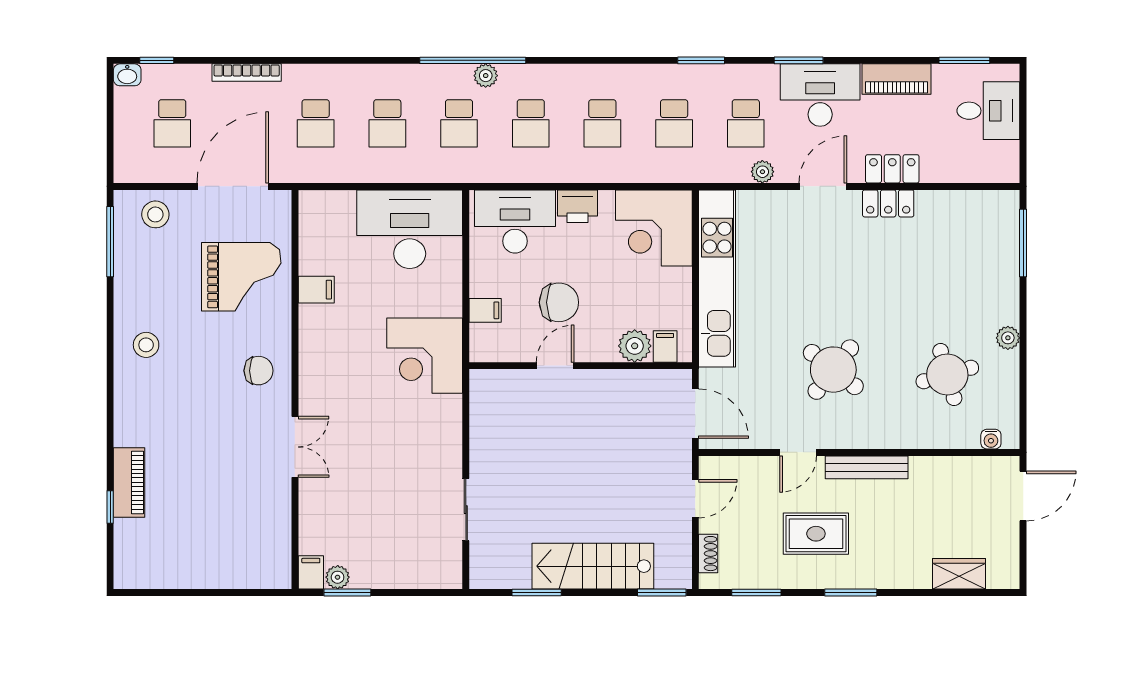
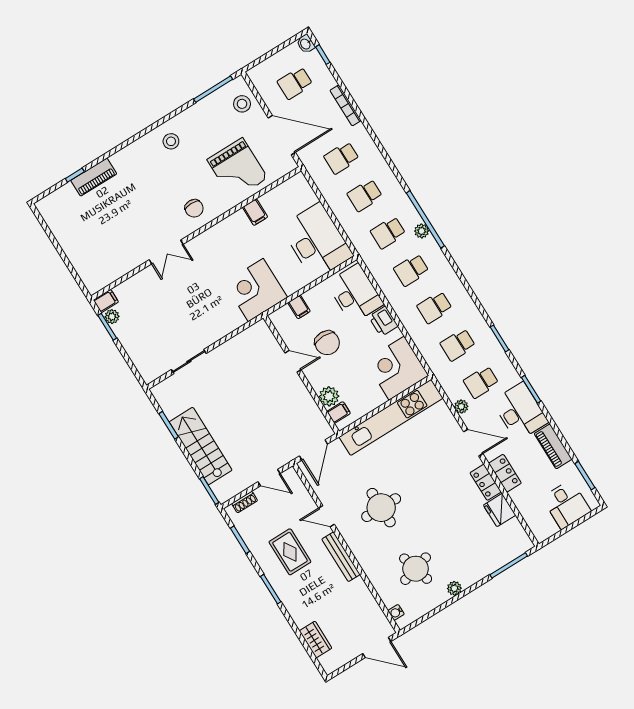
fridge: (939, 208) -> (500, 510), added
round table: (833, 370) -> (381, 508), turned -38

